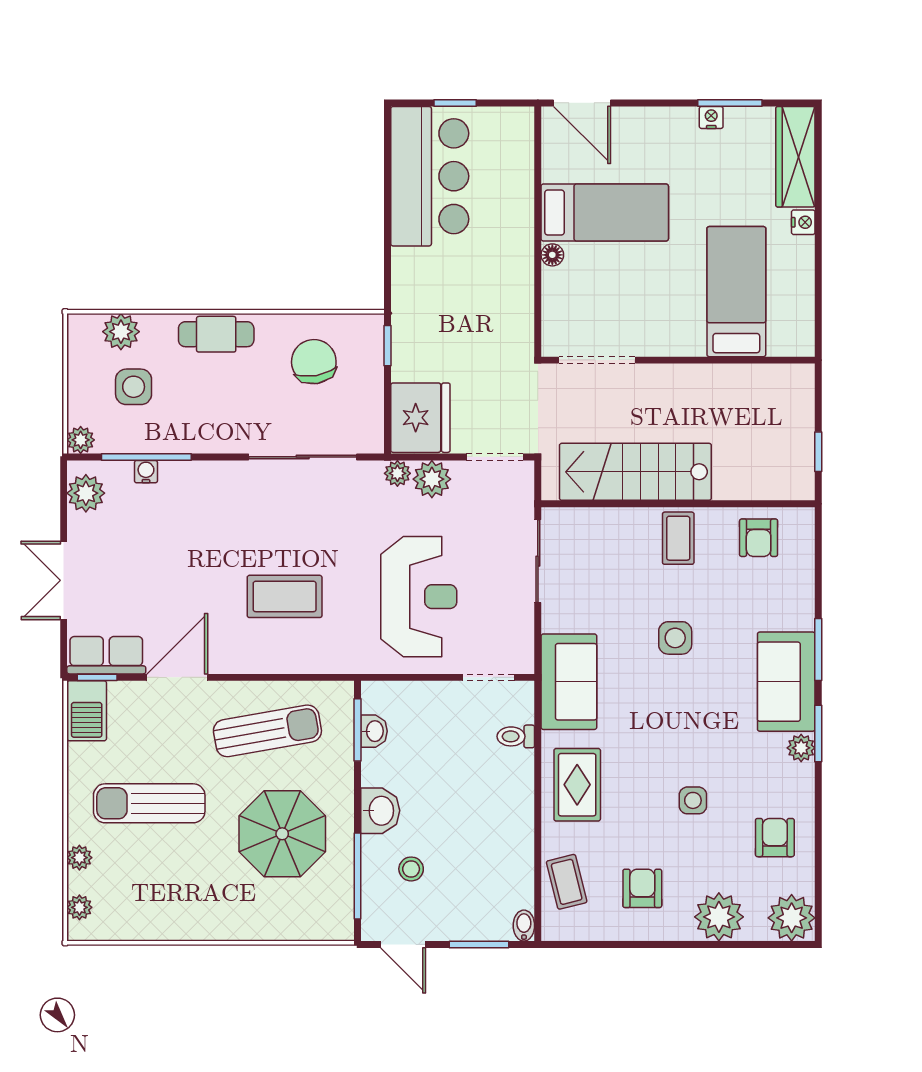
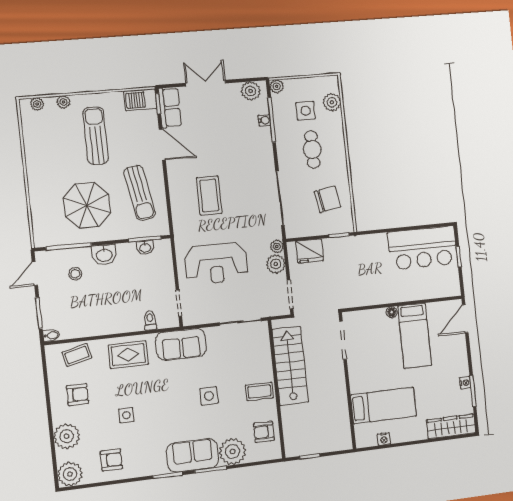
nightstand: (803, 222) -> (384, 439), moved
cafe table: (216, 334) -> (312, 150), moved
fridge: (420, 418) -> (310, 251), width x0.73, depth x0.75
plant: (801, 748) -> (233, 452), moved, width x1.88, depth x1.88

